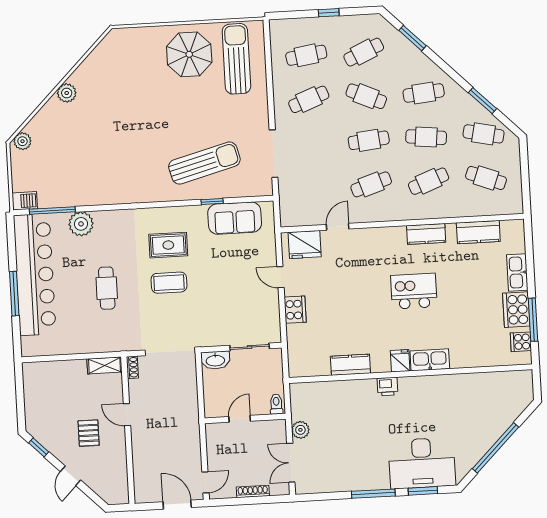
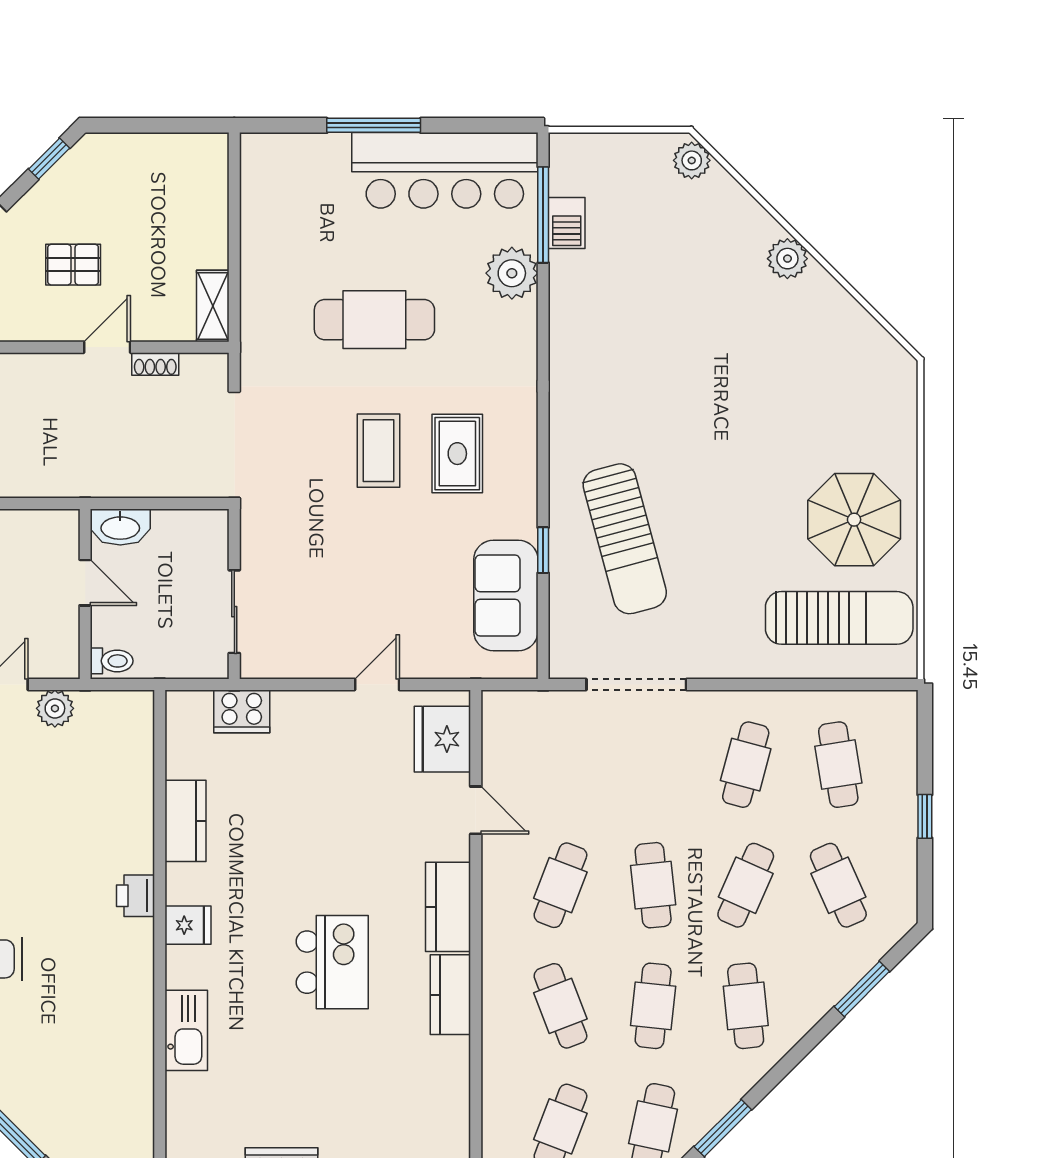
cafe table: (309, 99) -> (746, 765), turned 36
cafe table: (371, 184) -> (560, 885), turned 39
barbecue: (25, 201) -> (567, 223), moved
kitchen counter: (478, 232) -> (448, 907), moved
bar counter: (35, 275) -> (445, 170), width x0.73
cafe table: (107, 288) -> (374, 320), width x1.37, depth x1.35
cooker: (295, 310) -> (242, 711), moved
washbasin: (215, 360) -> (120, 527), moved, turned -90
kitchen sink: (430, 360) -> (186, 1030), moved
shoe rack: (132, 367) -> (155, 364), moved

